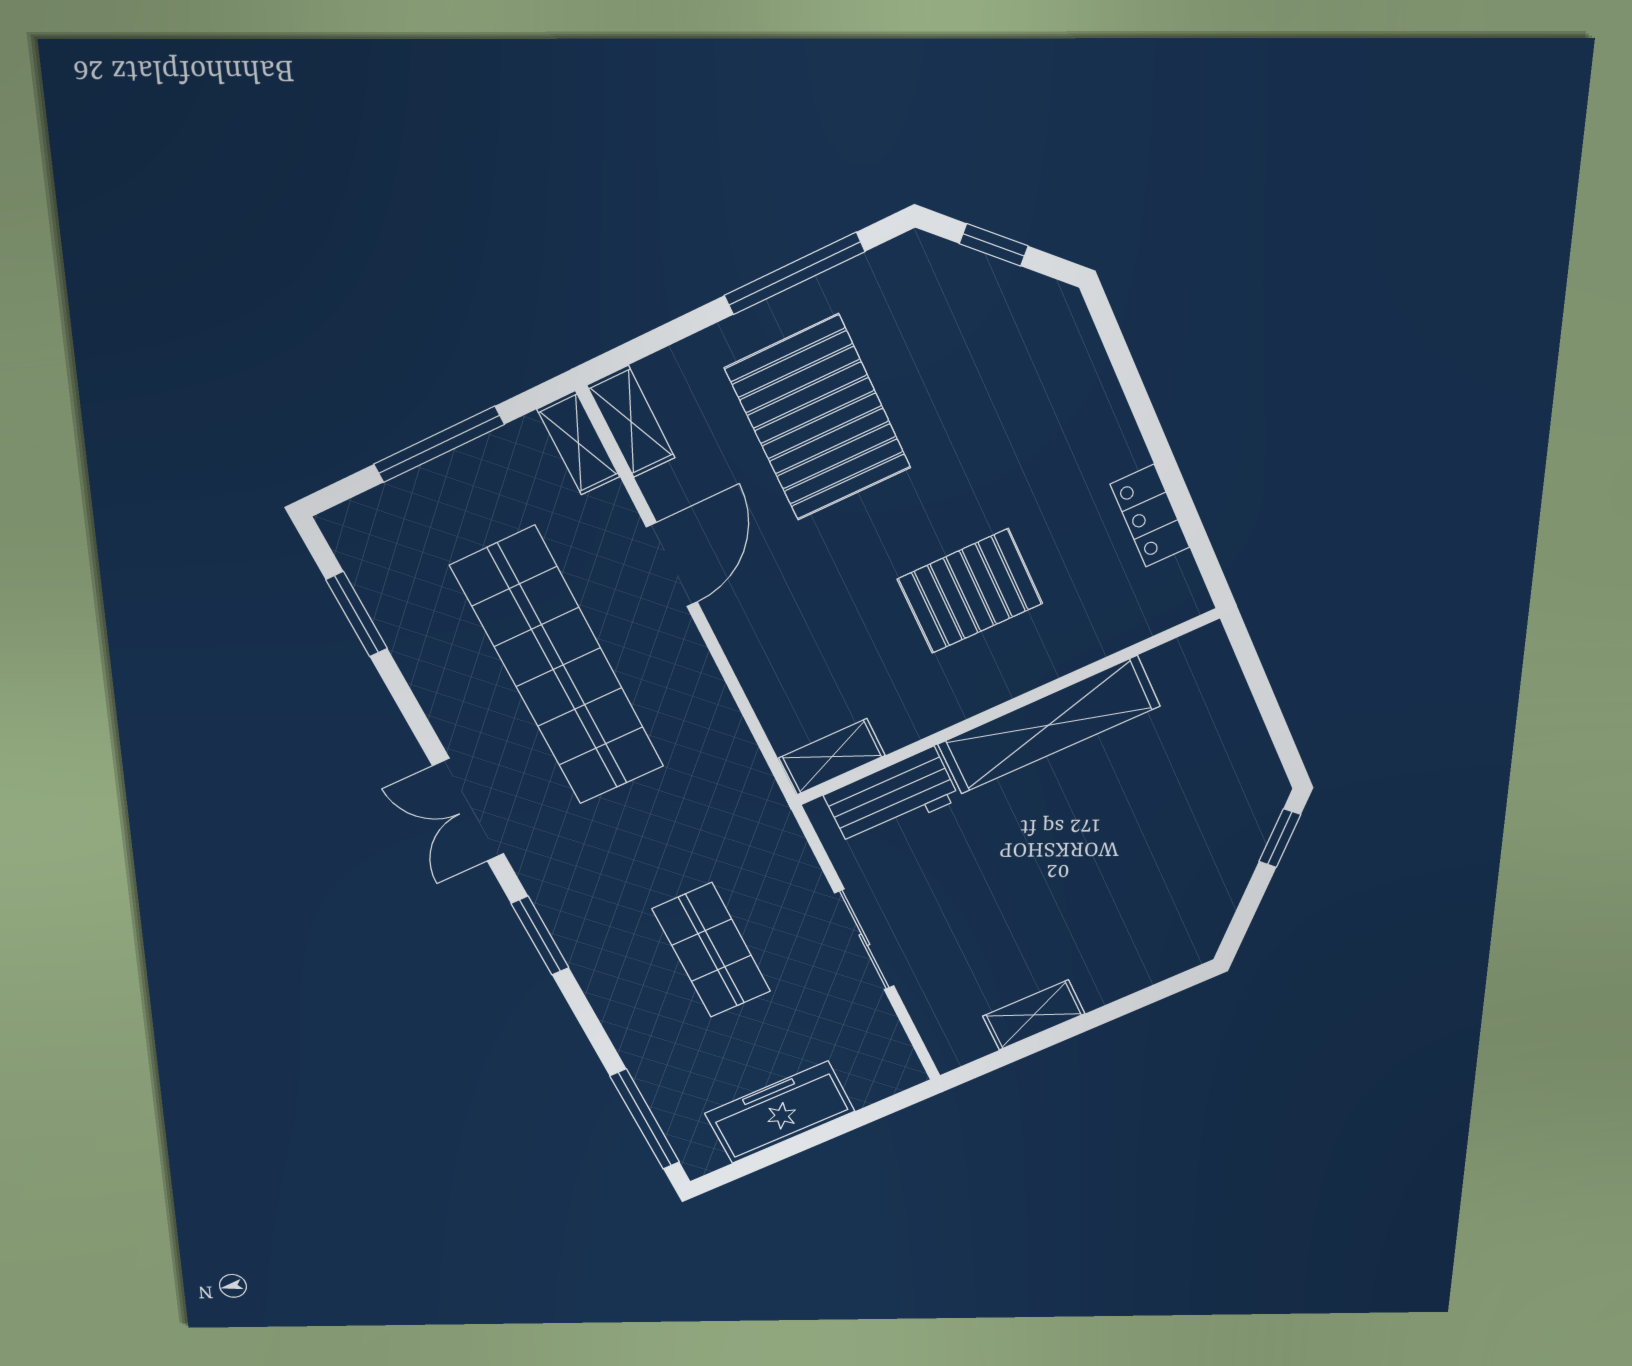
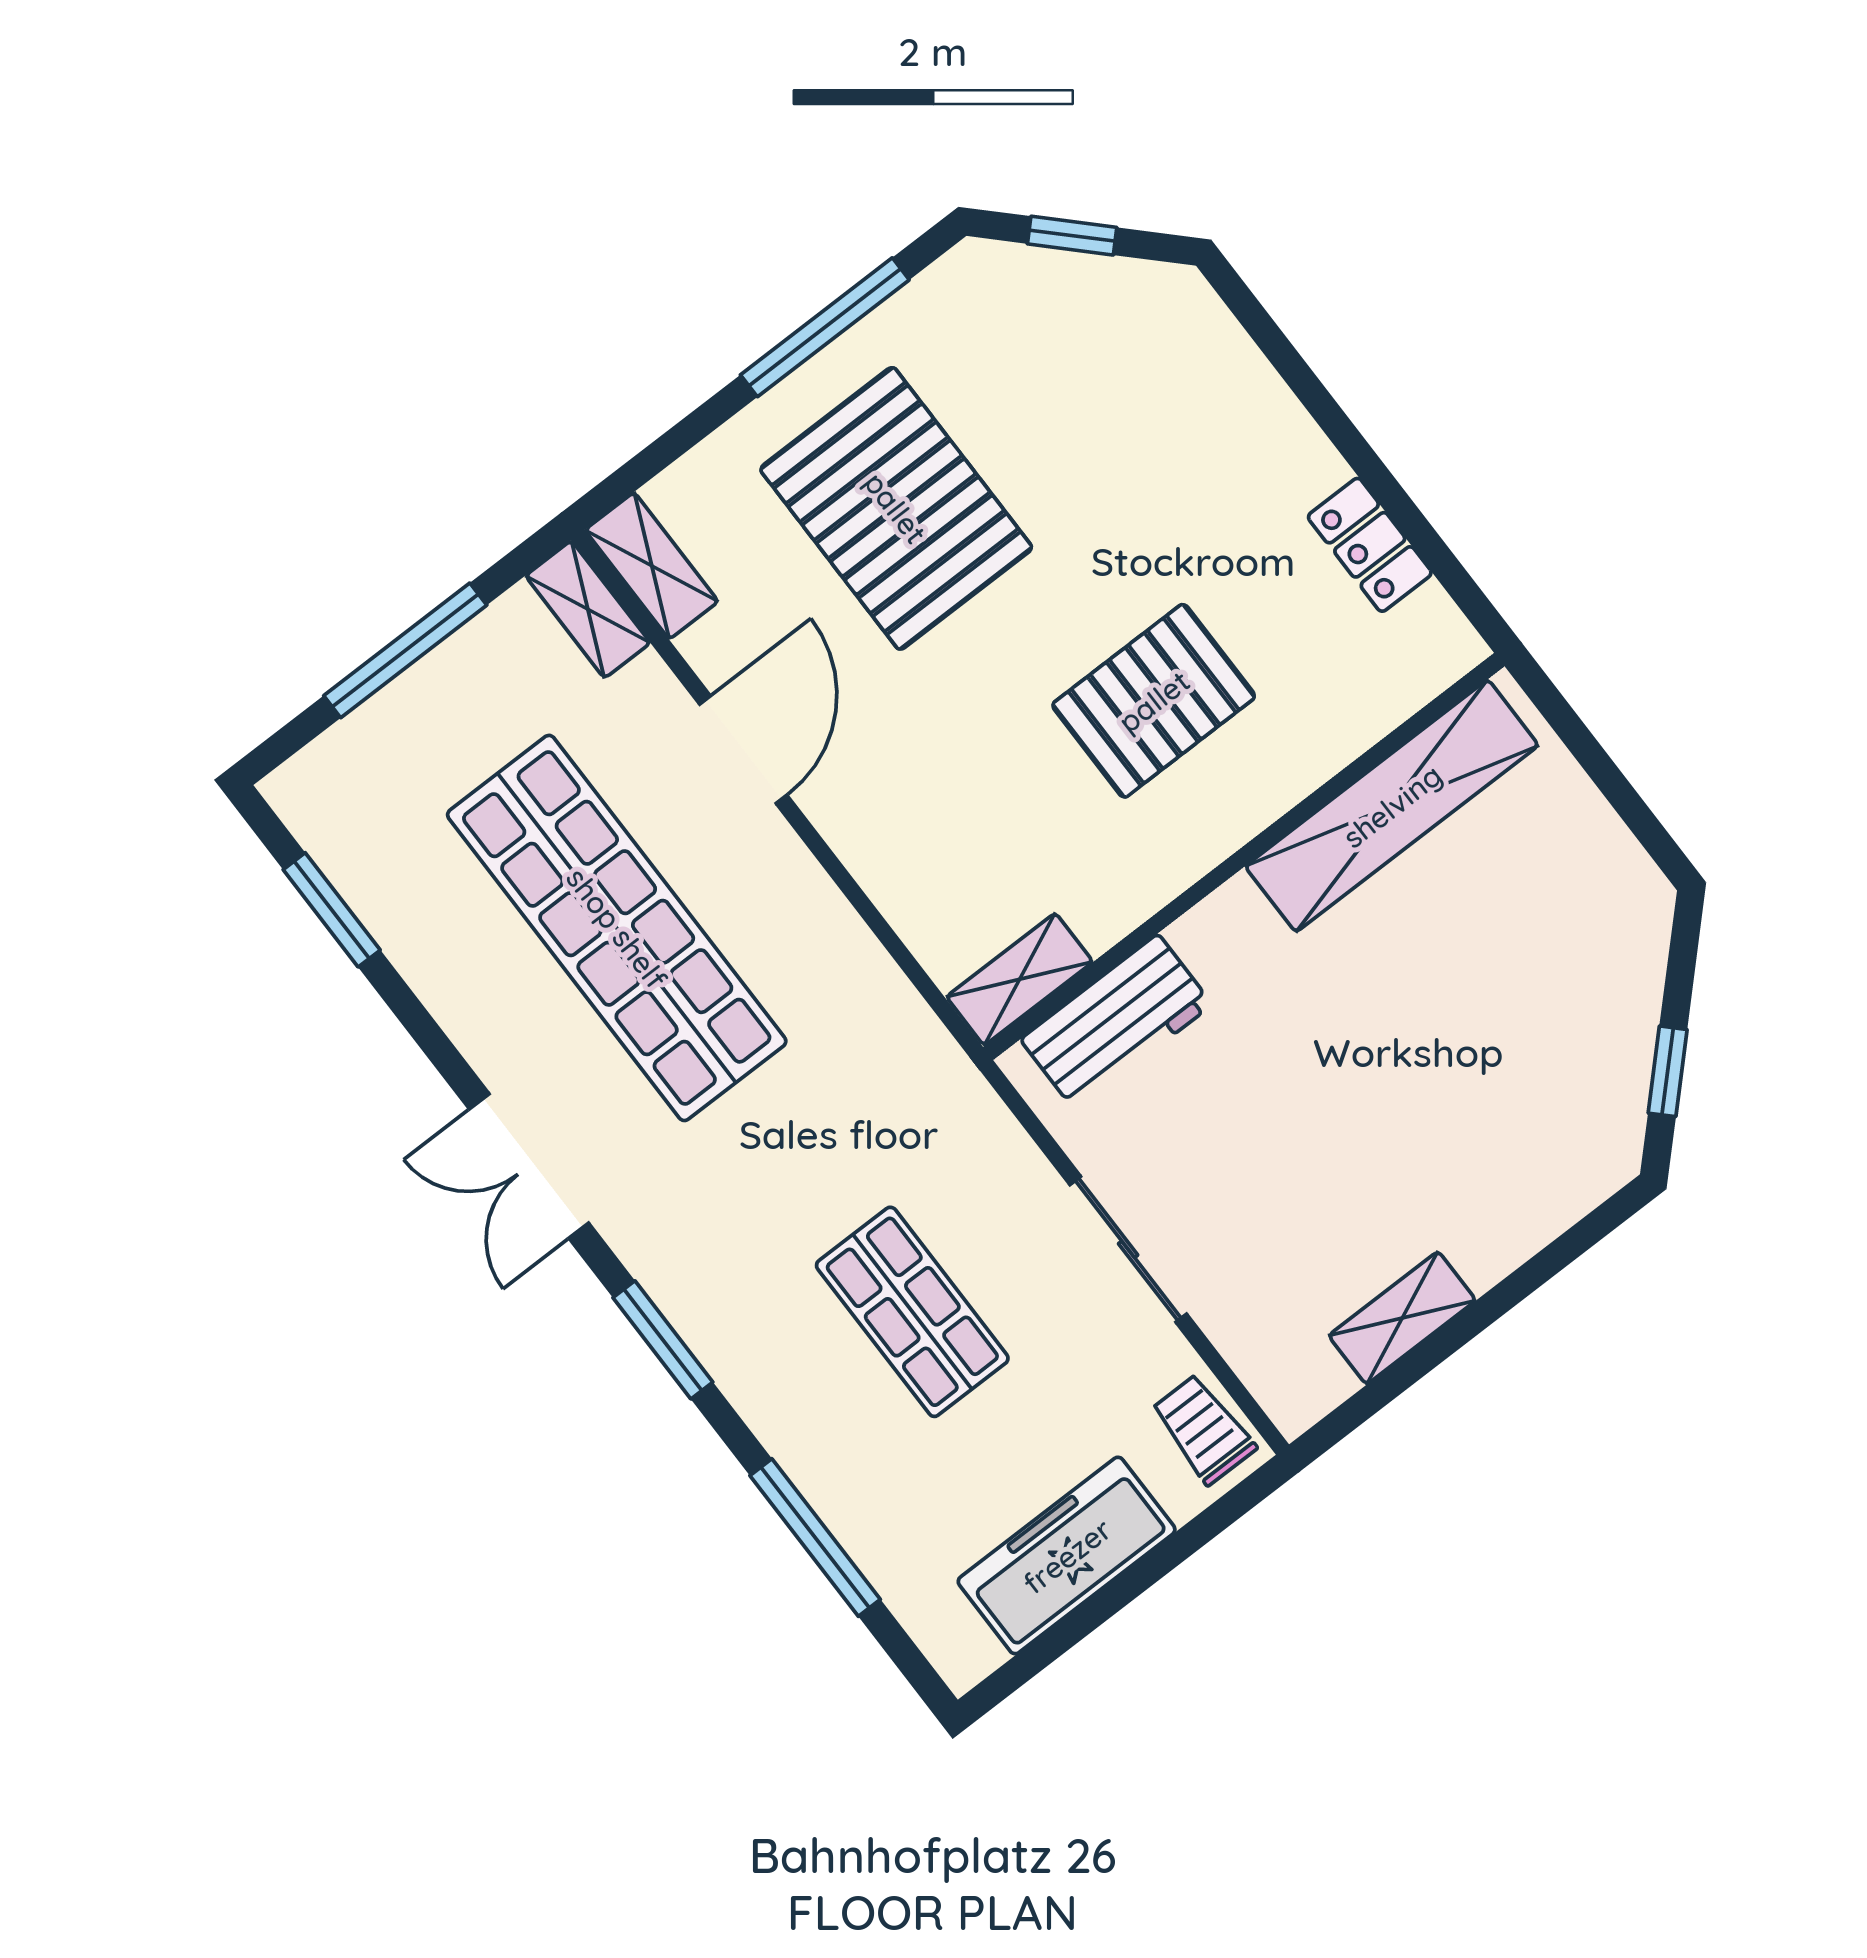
shelving: (1049, 725) -> (1392, 806), moved
window: (1280, 838) -> (1668, 1071), moved
trolley: (887, 1056) -> (1203, 1429), added
window: (645, 1119) -> (815, 1538), moved

